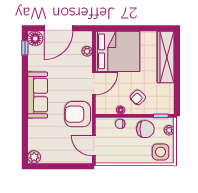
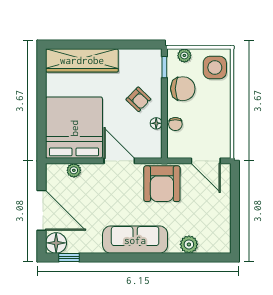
chair: (145, 129) -> (183, 89), turned 90
door: (94, 145) -> (206, 161), hinge flipped
plant: (34, 157) -> (189, 244), moved

